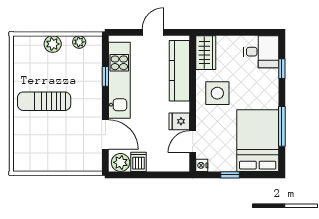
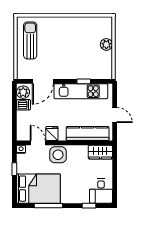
plant: (79, 42) -> (108, 63), removed
side table: (217, 93) -> (58, 155), moved
sun lounger: (44, 101) -> (30, 40), moved

